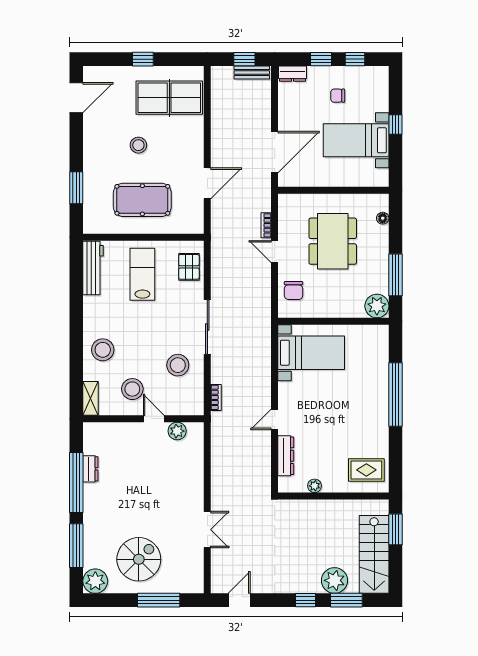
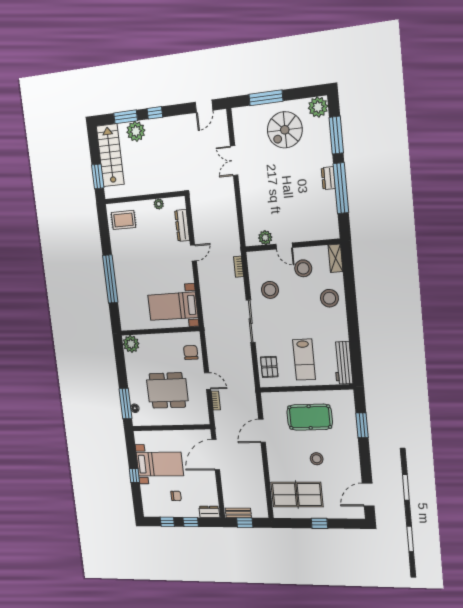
dining table: (333, 241) -> (167, 390), turned 90
window: (396, 275) -> (126, 404), moved
dresser: (90, 469) -> (328, 178), moved

